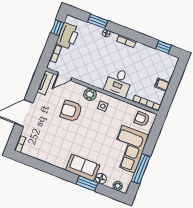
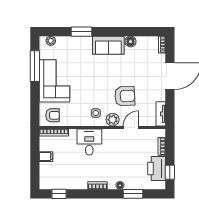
door: (65, 77) -> (131, 127), moved
sofa: (83, 168) -> (108, 45), moved
floor lamp: (101, 179) -> (131, 42), moved

